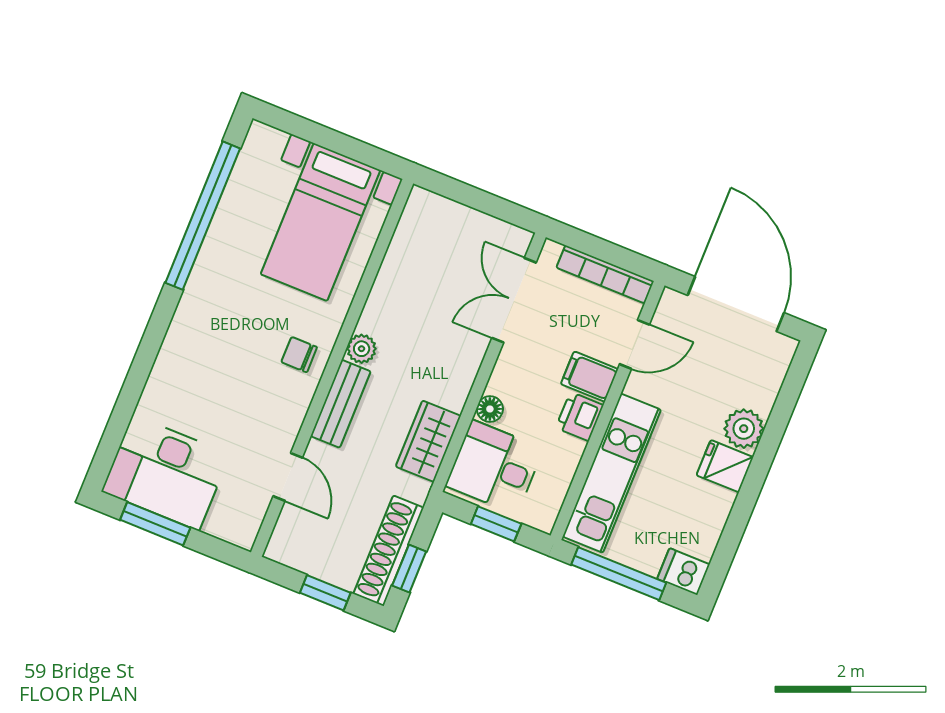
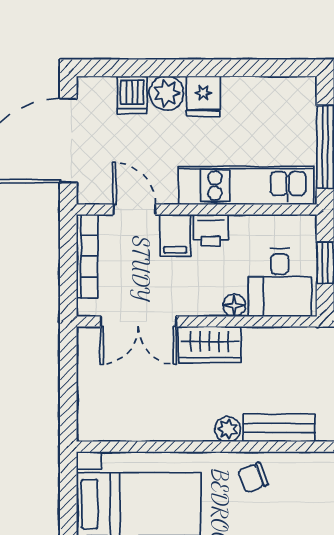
chair: (299, 355) -> (253, 478), turned 69
wardrobe: (428, 441) -> (209, 345), moved
dishwasher: (683, 572) -> (132, 95), moved

